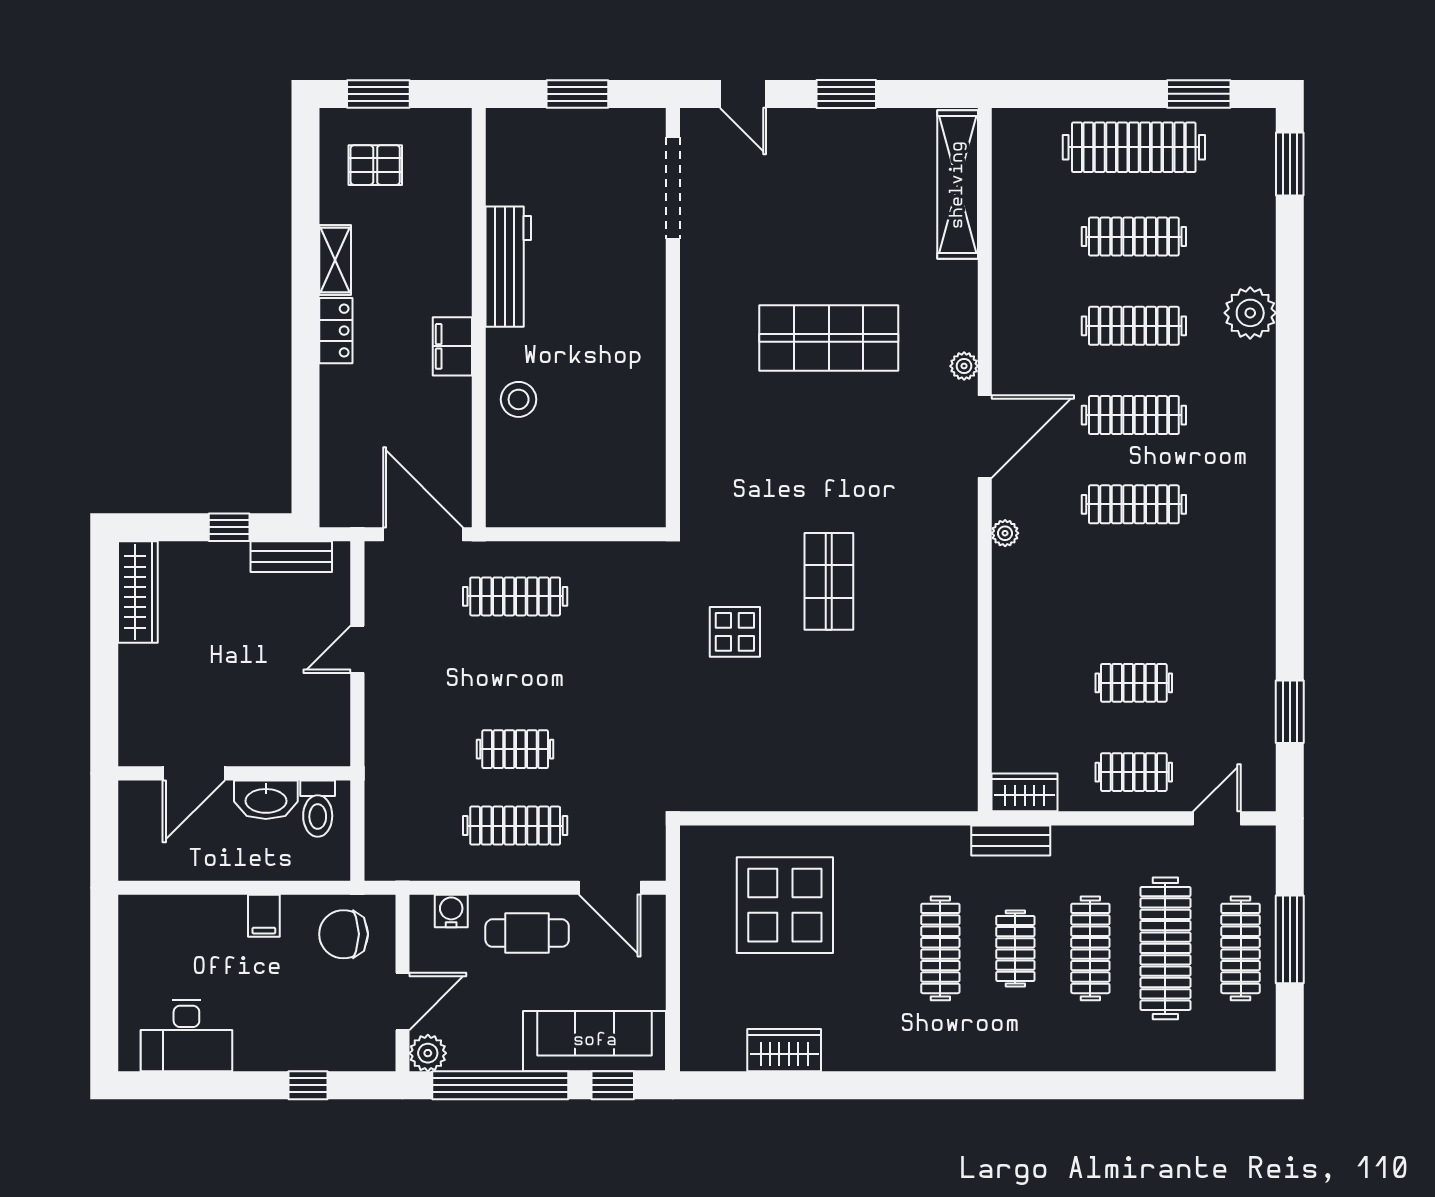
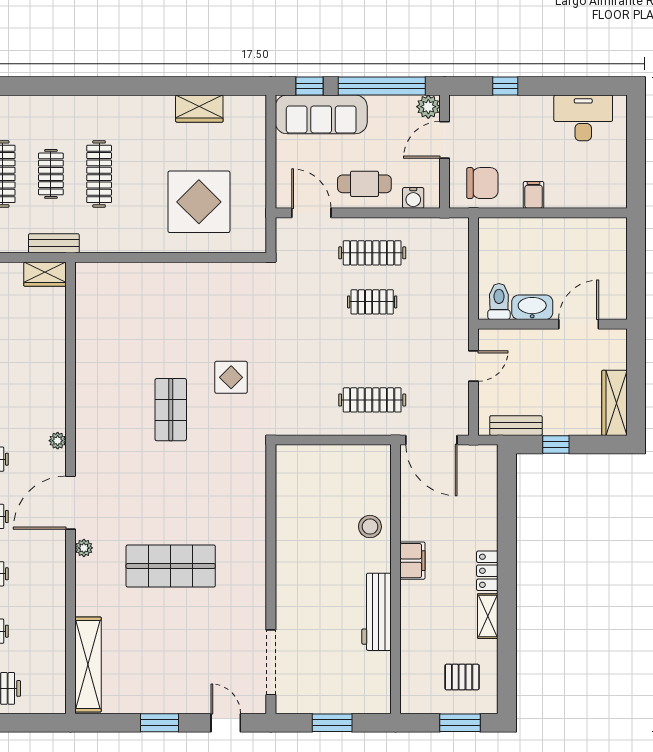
door: (194, 773) -> (579, 324), moved
wall: (234, 773) -> (552, 324), moved
washbasin: (266, 800) -> (532, 307), moved
toilet: (318, 809) -> (499, 302), moved

